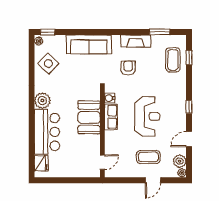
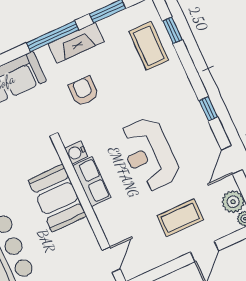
window: (125, 32) -> (53, 36), added
reception desk: (147, 116) -> (149, 154), turned 180

